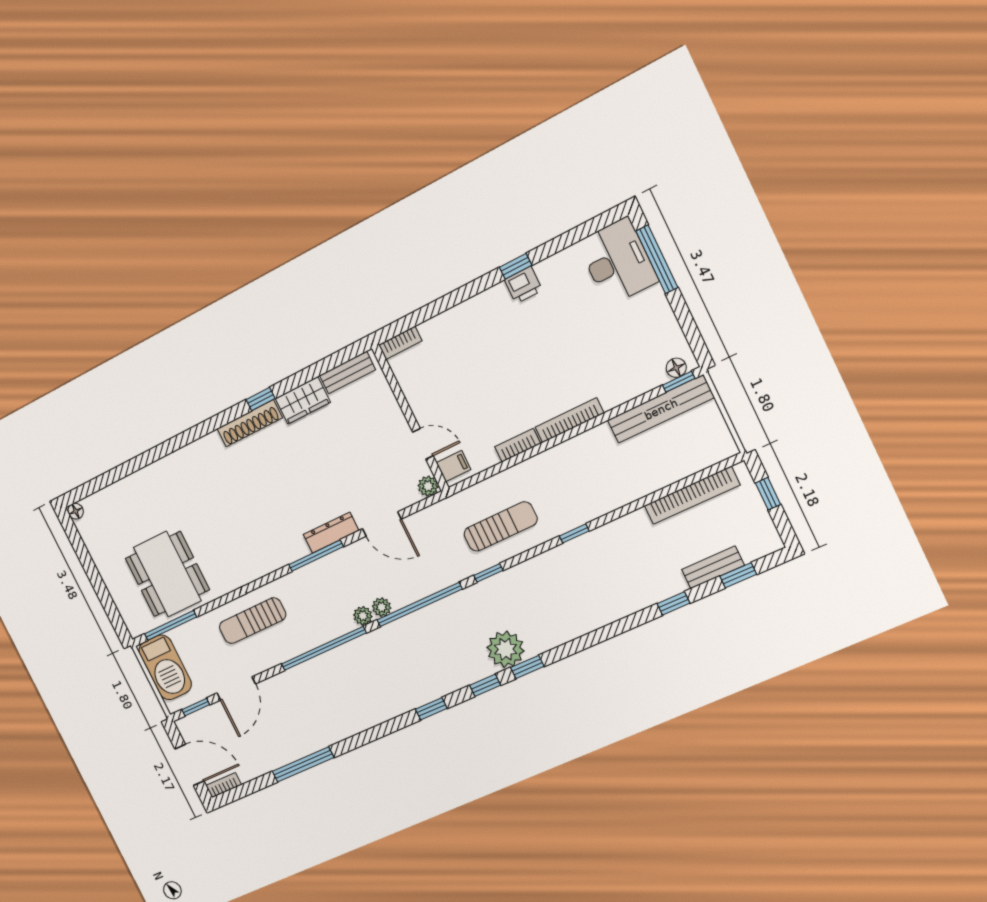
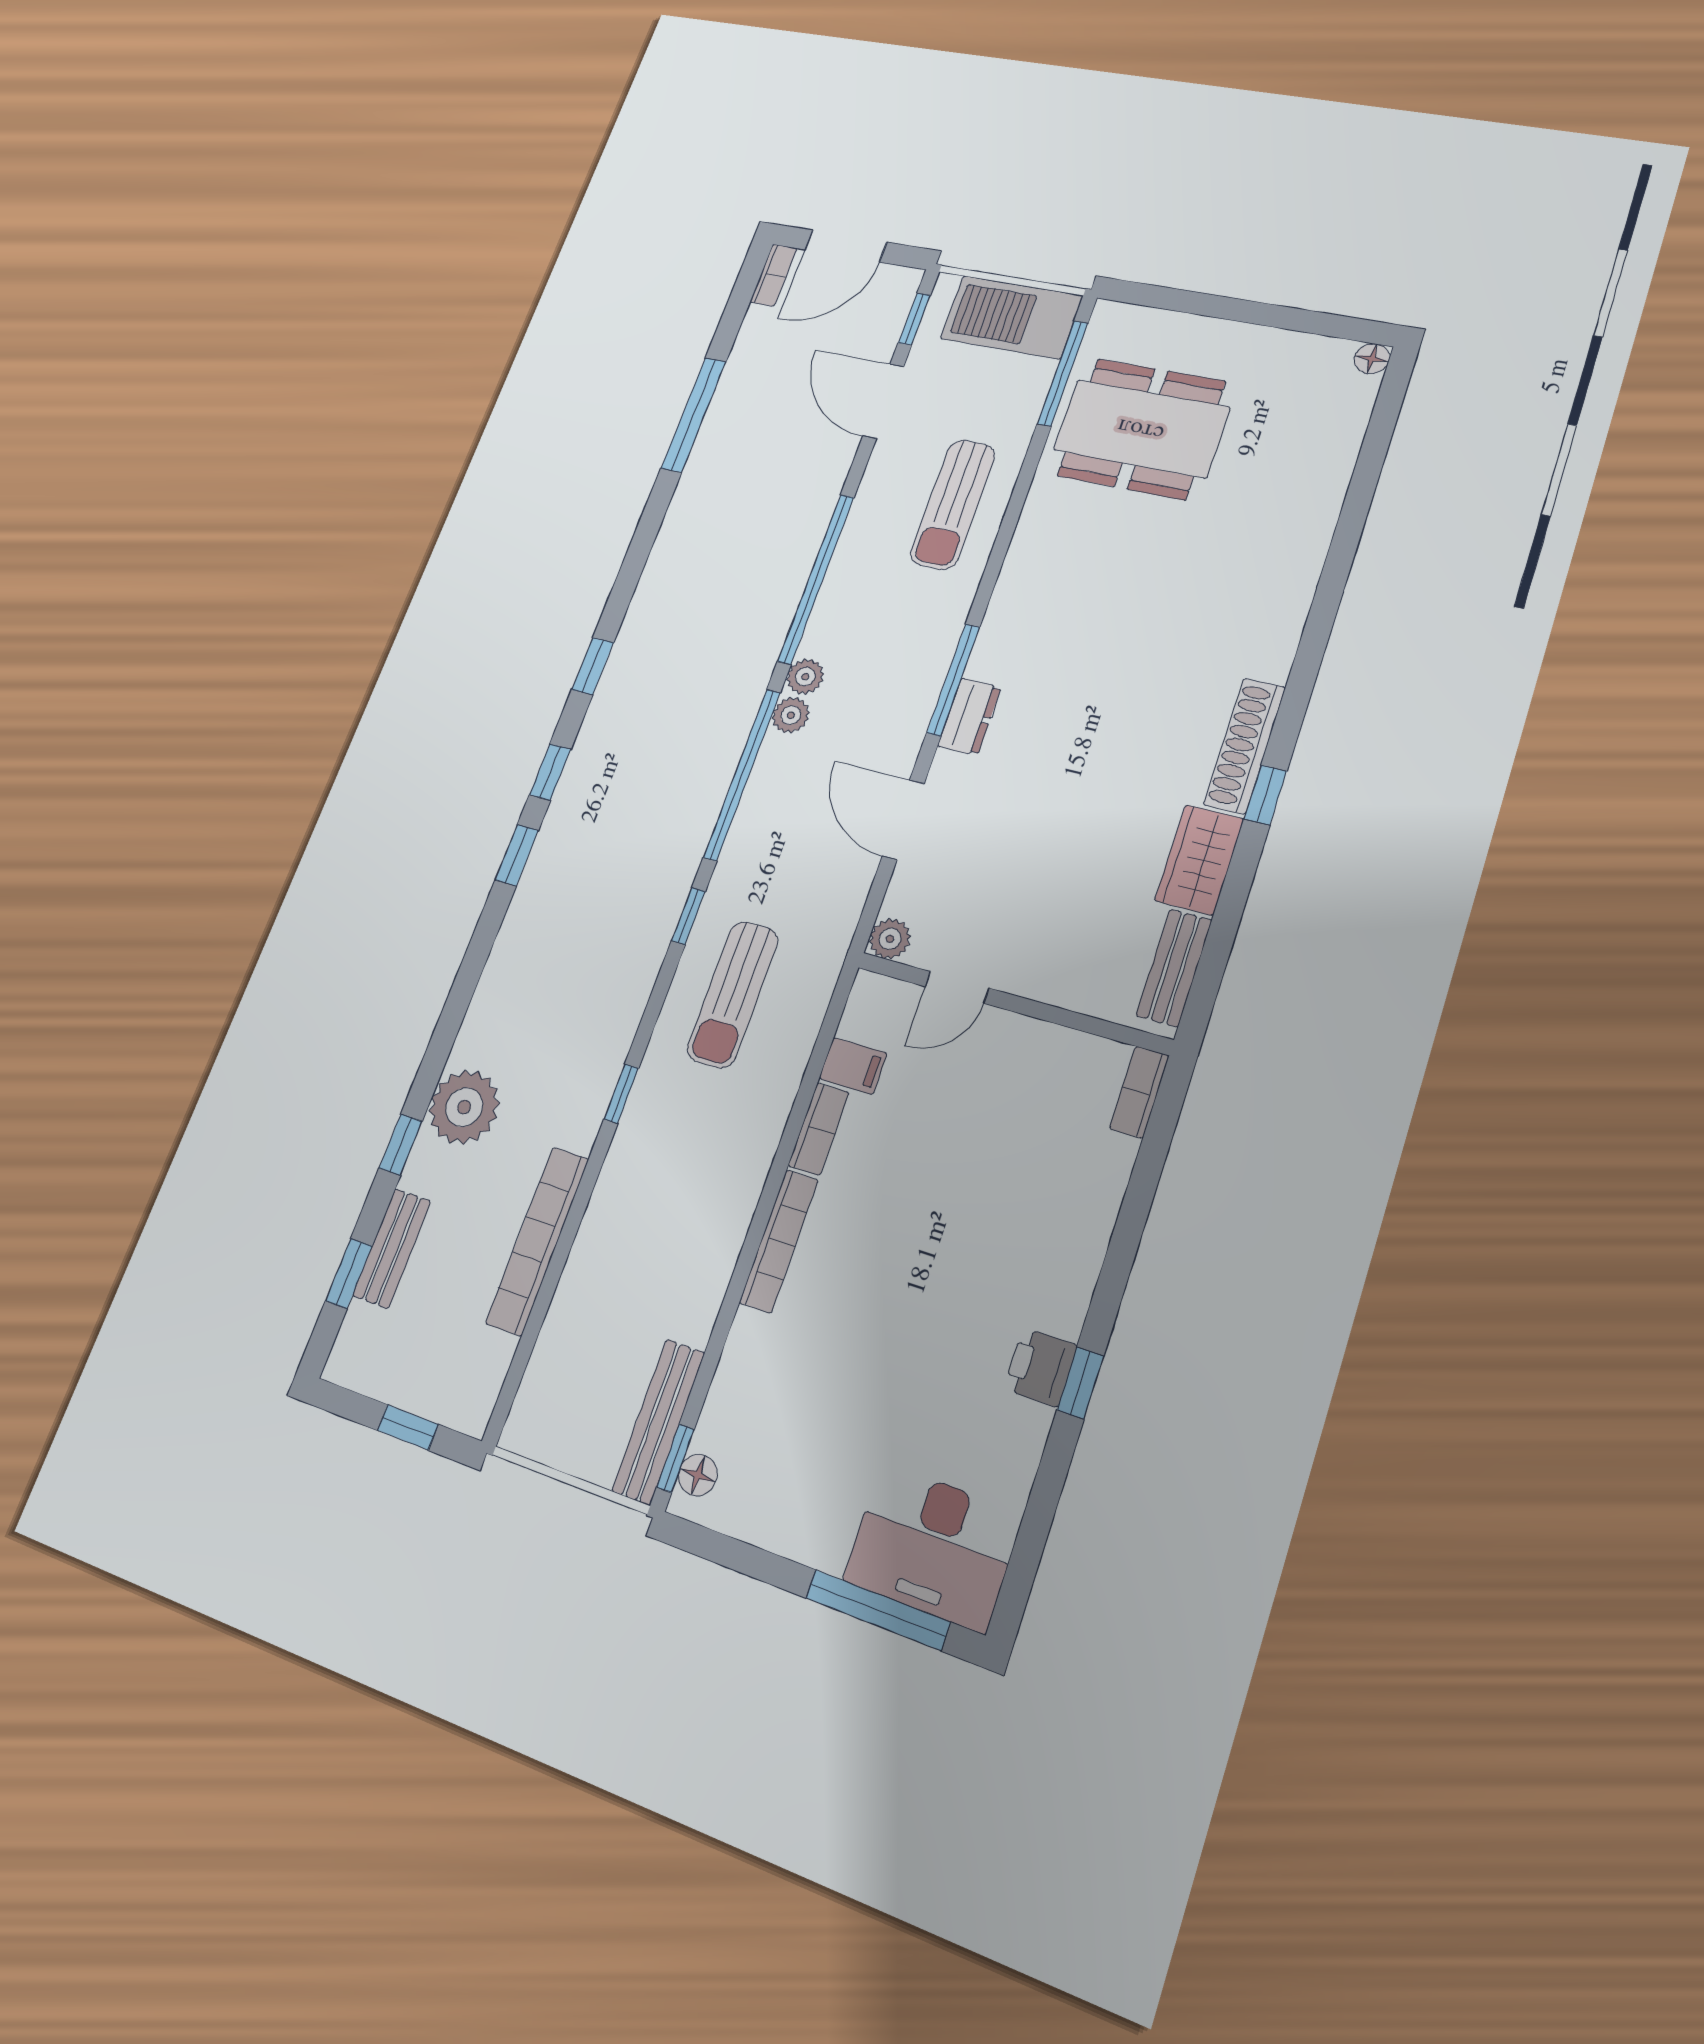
bench: (661, 409) -> (658, 1422), width x0.73, depth x0.82
filing cabinet: (453, 466) -> (853, 1066), moved, turned -90
bookcase: (692, 495) -> (537, 1241), moved
door: (382, 524) -> (903, 820), hinge flipped
dresser: (331, 533) -> (969, 717), width x0.70
sun lounger: (253, 621) -> (953, 504), turned 180
plant: (506, 649) -> (464, 1107), moved

